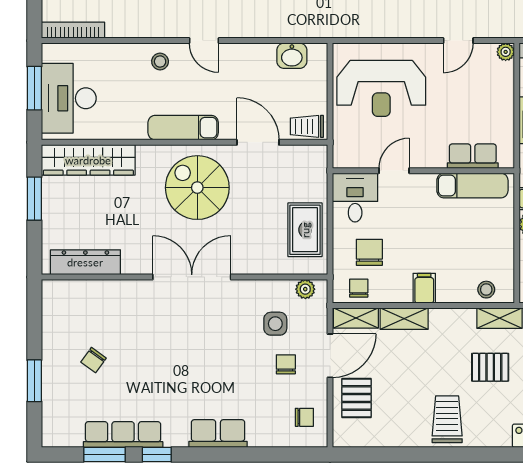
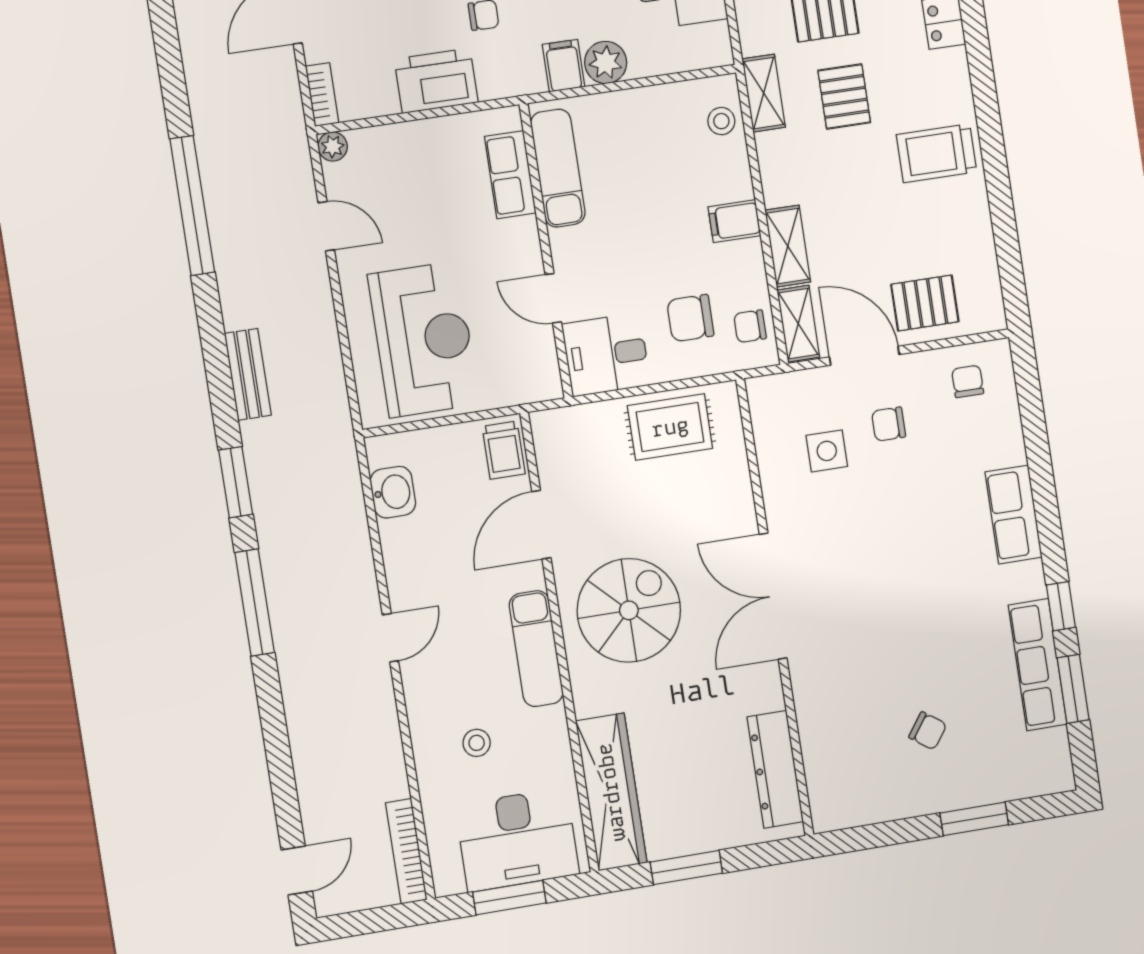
stool: (160, 61) -> (477, 743), moved
spiral stairs: (197, 188) -> (629, 610), turned 180
plant: (305, 289) -> (765, 412), removed

